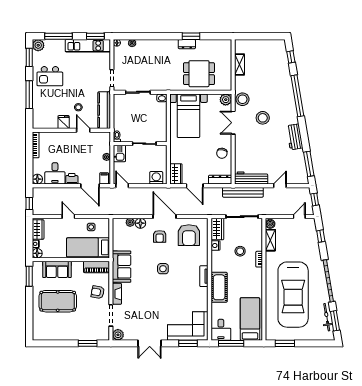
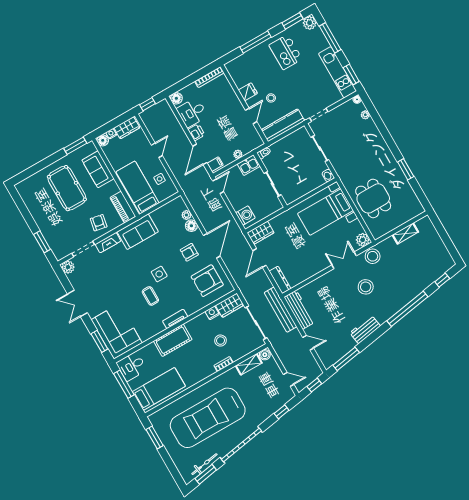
dresser: (187, 44) -> (396, 170), removed
chair: (222, 153) -> (307, 267), removed
coffee table: (176, 285) -> (150, 296), added

